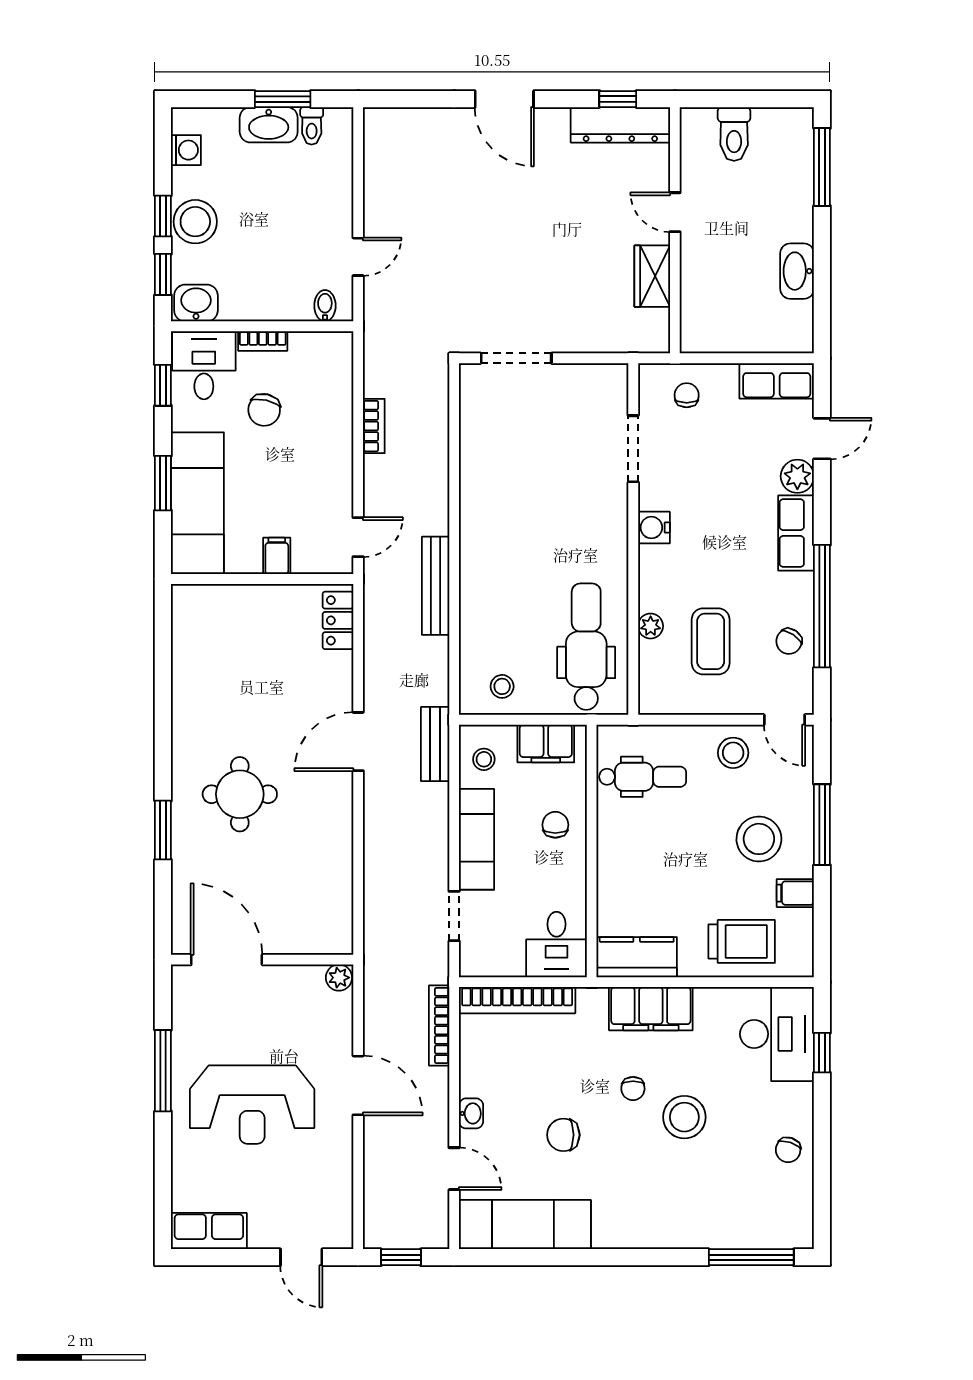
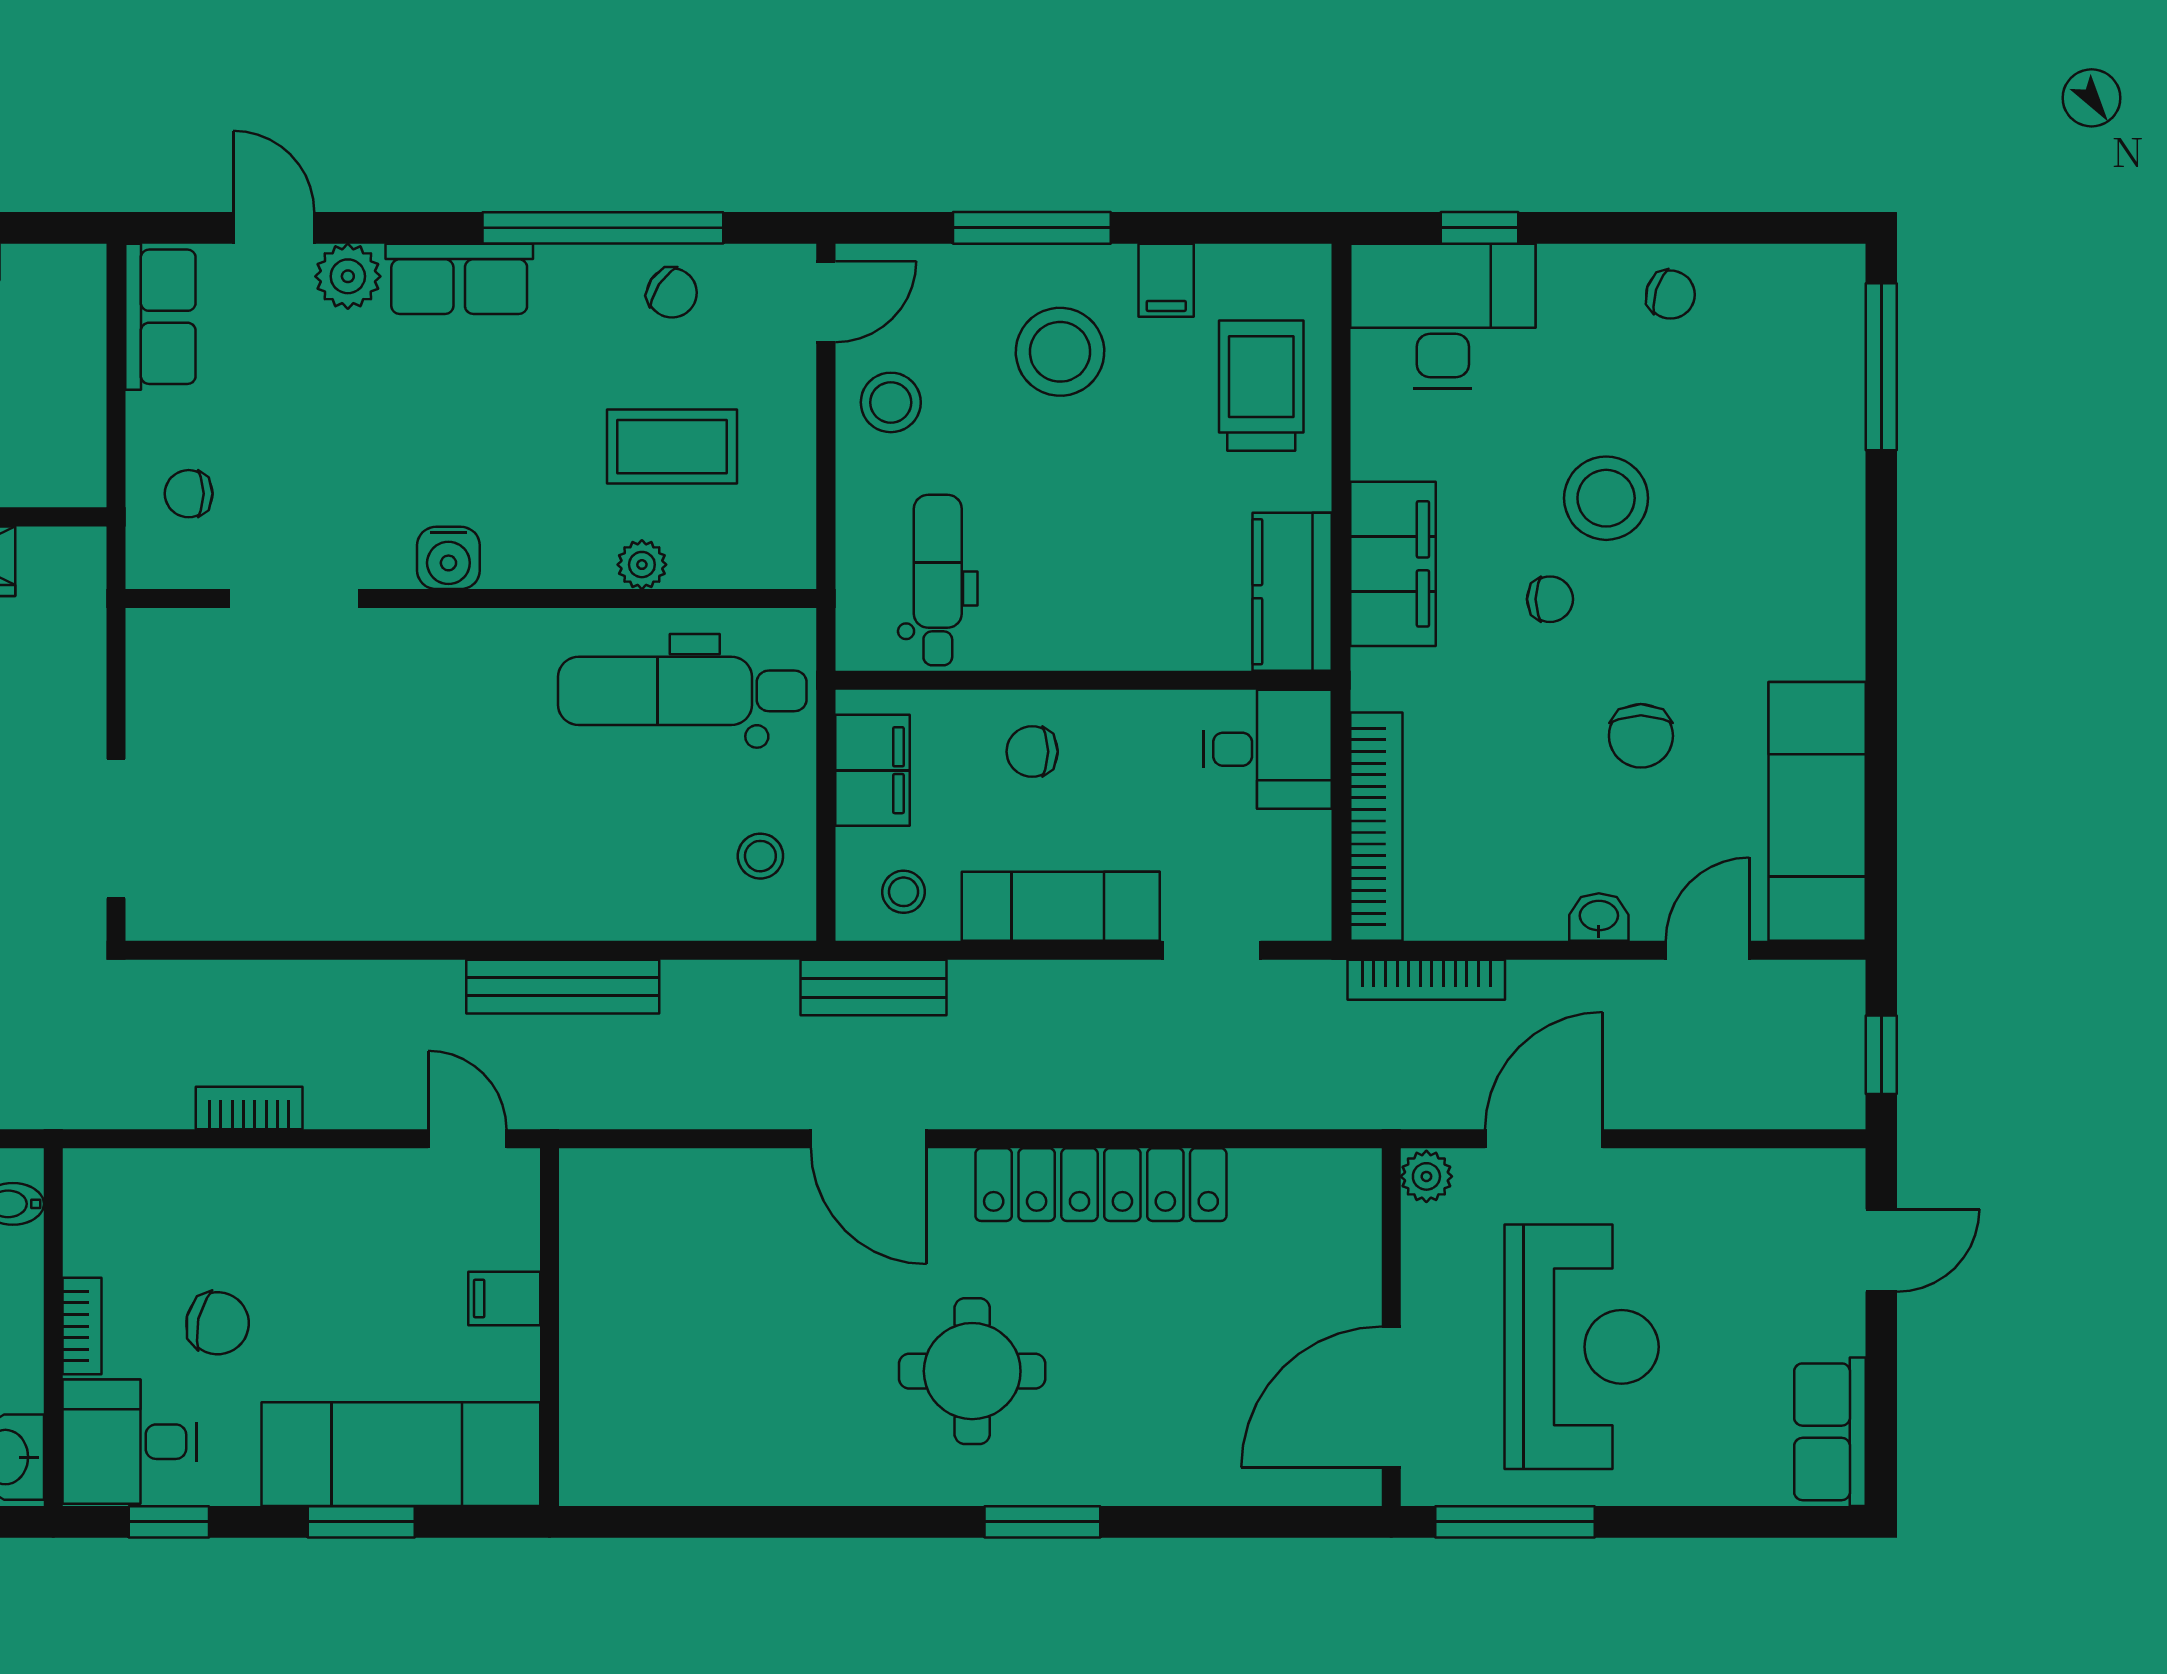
locker: (338, 620) -> (1101, 1185), moved, width x2.16, depth x1.21
door: (227, 960) -> (1391, 1397), moved
wall: (262, 960) -> (1391, 1327), moved
plant: (339, 978) -> (1426, 1176), moved

